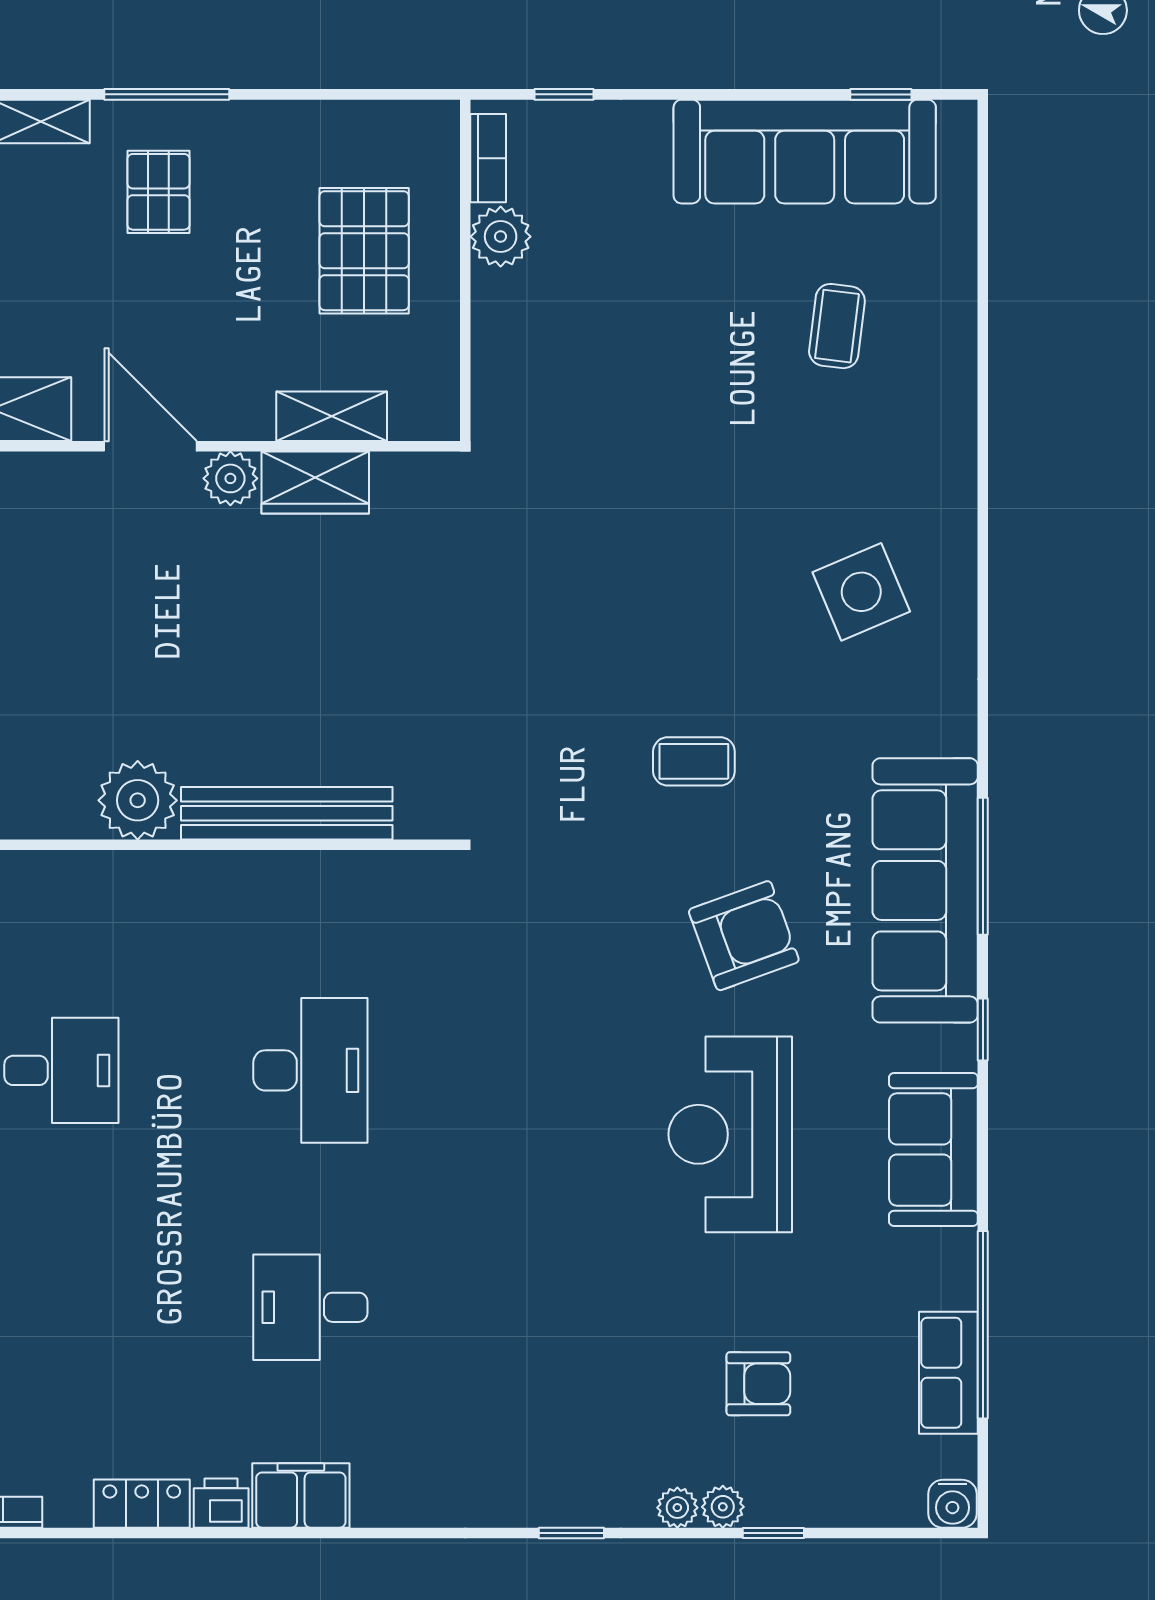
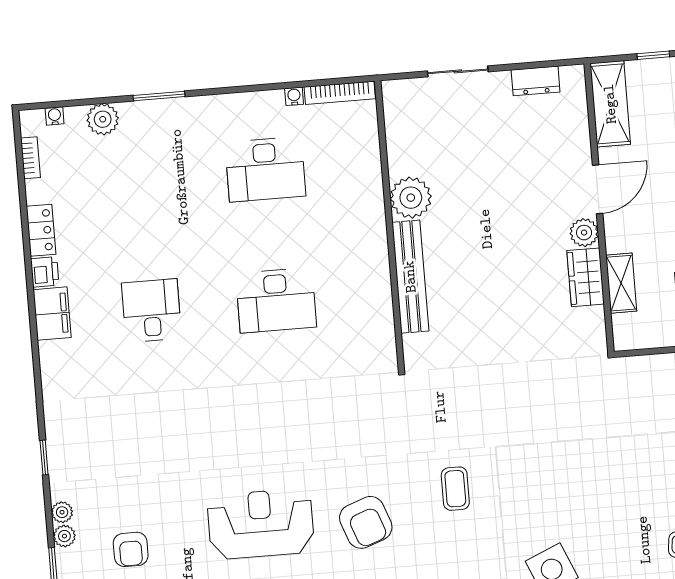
desk: (61, 1070) -> (265, 169), width x1.37

